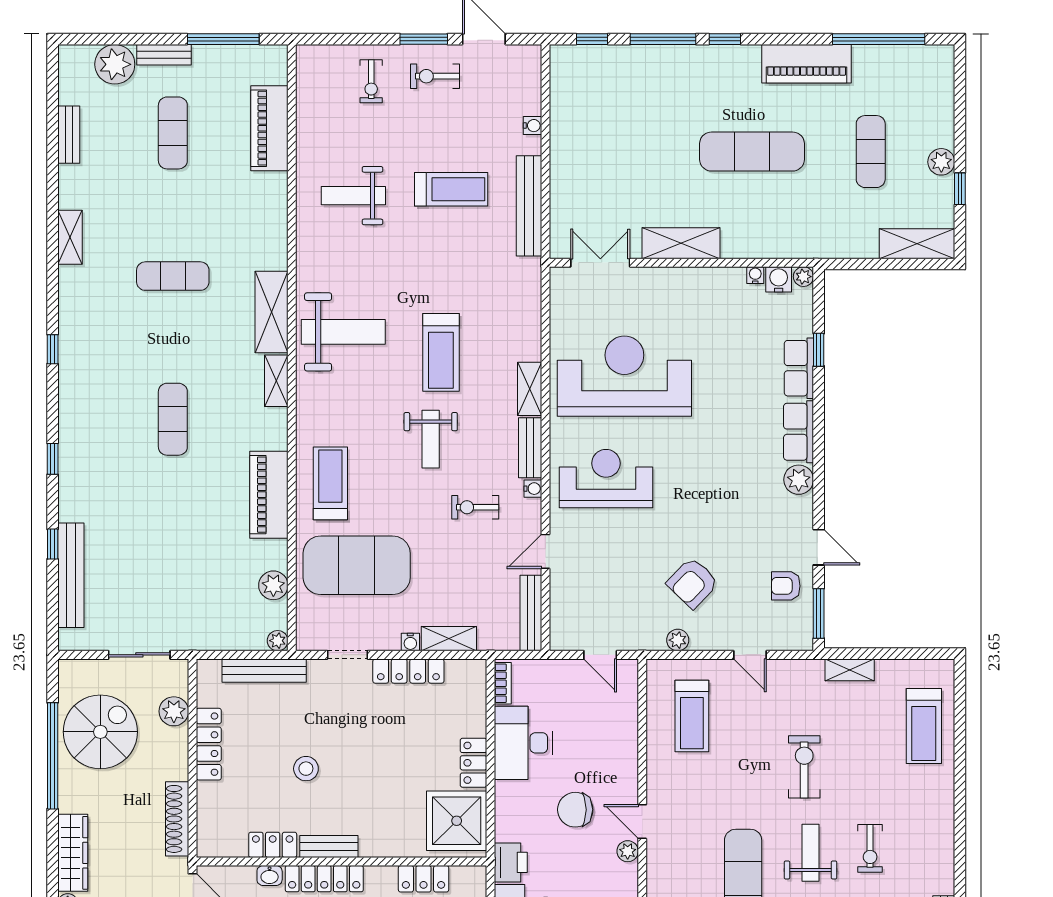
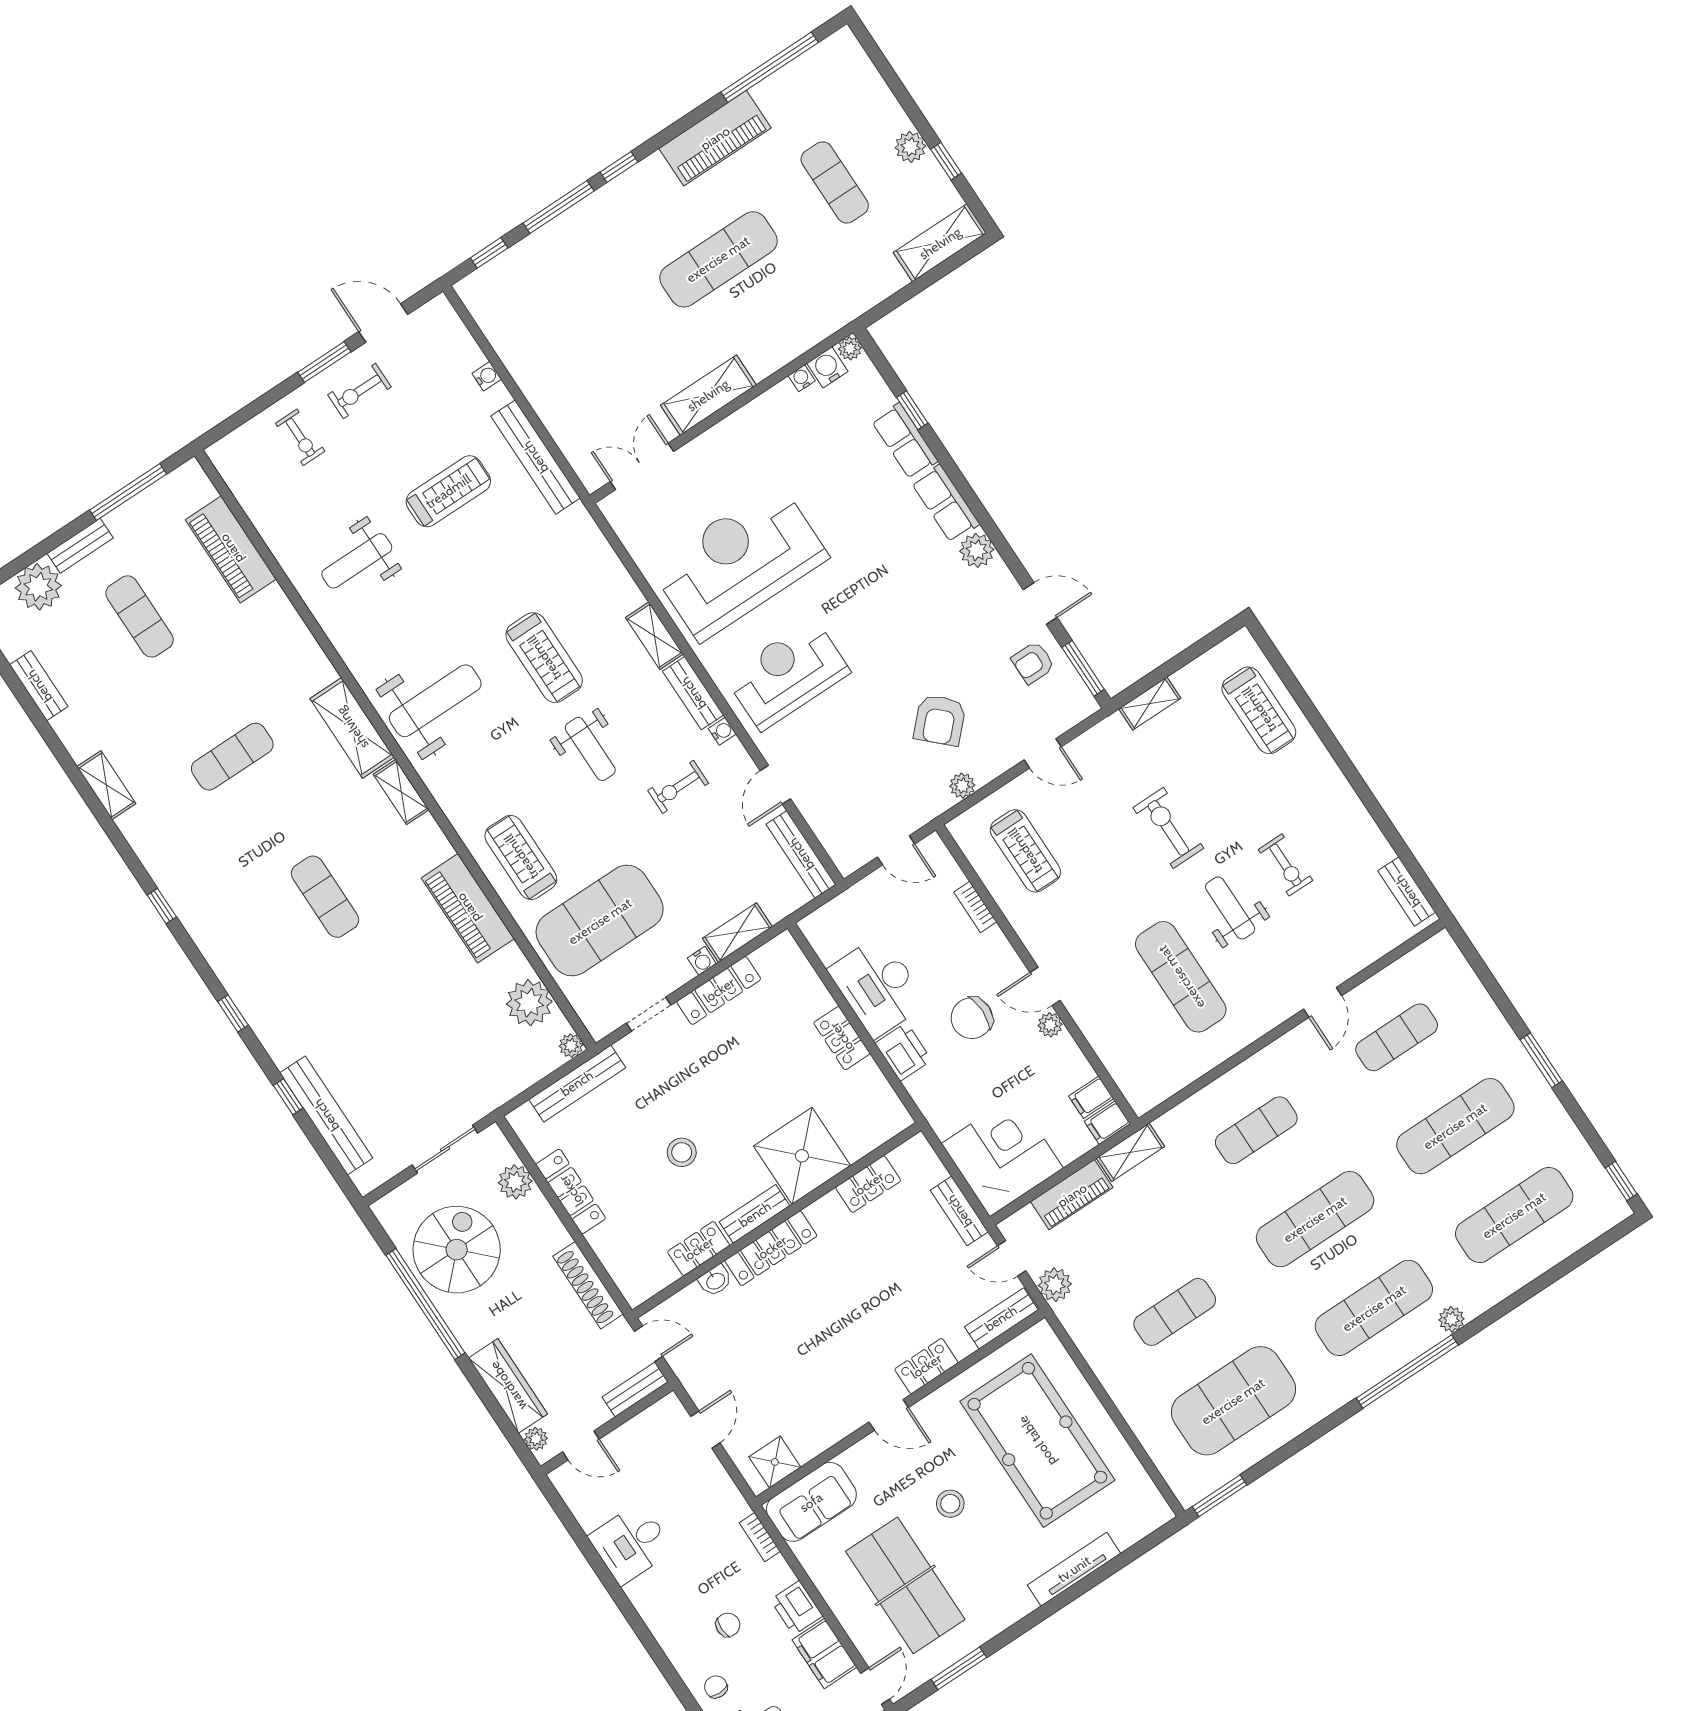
plant: (273, 585) -> (529, 1003), width x1.36, depth x1.36
bookcase: (503, 683) -> (975, 907), moved, turned 180
shower: (457, 821) -> (802, 1156), moved
printer: (511, 862) -> (903, 1052), moved

